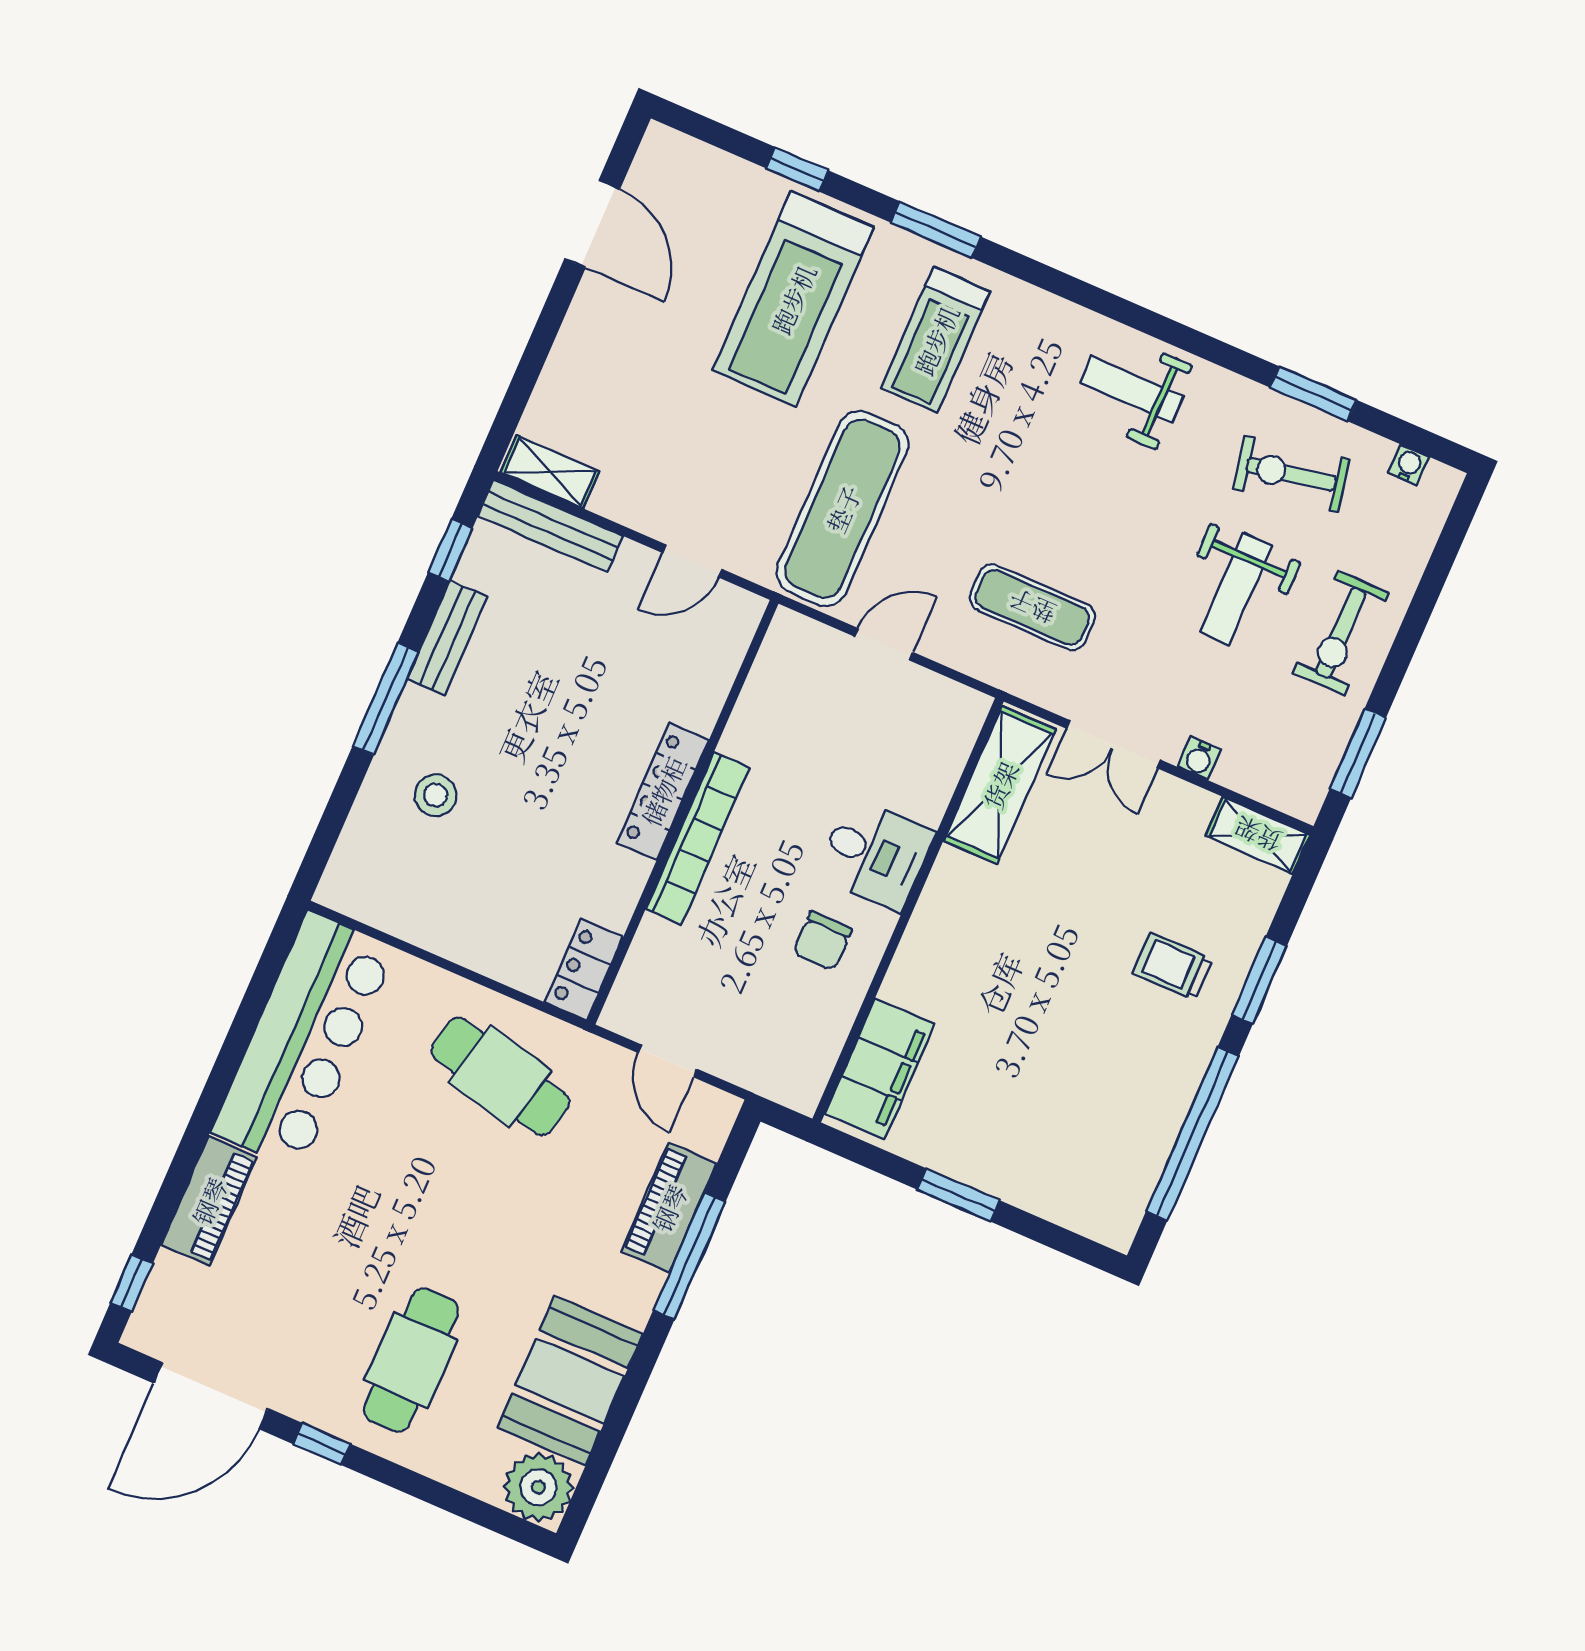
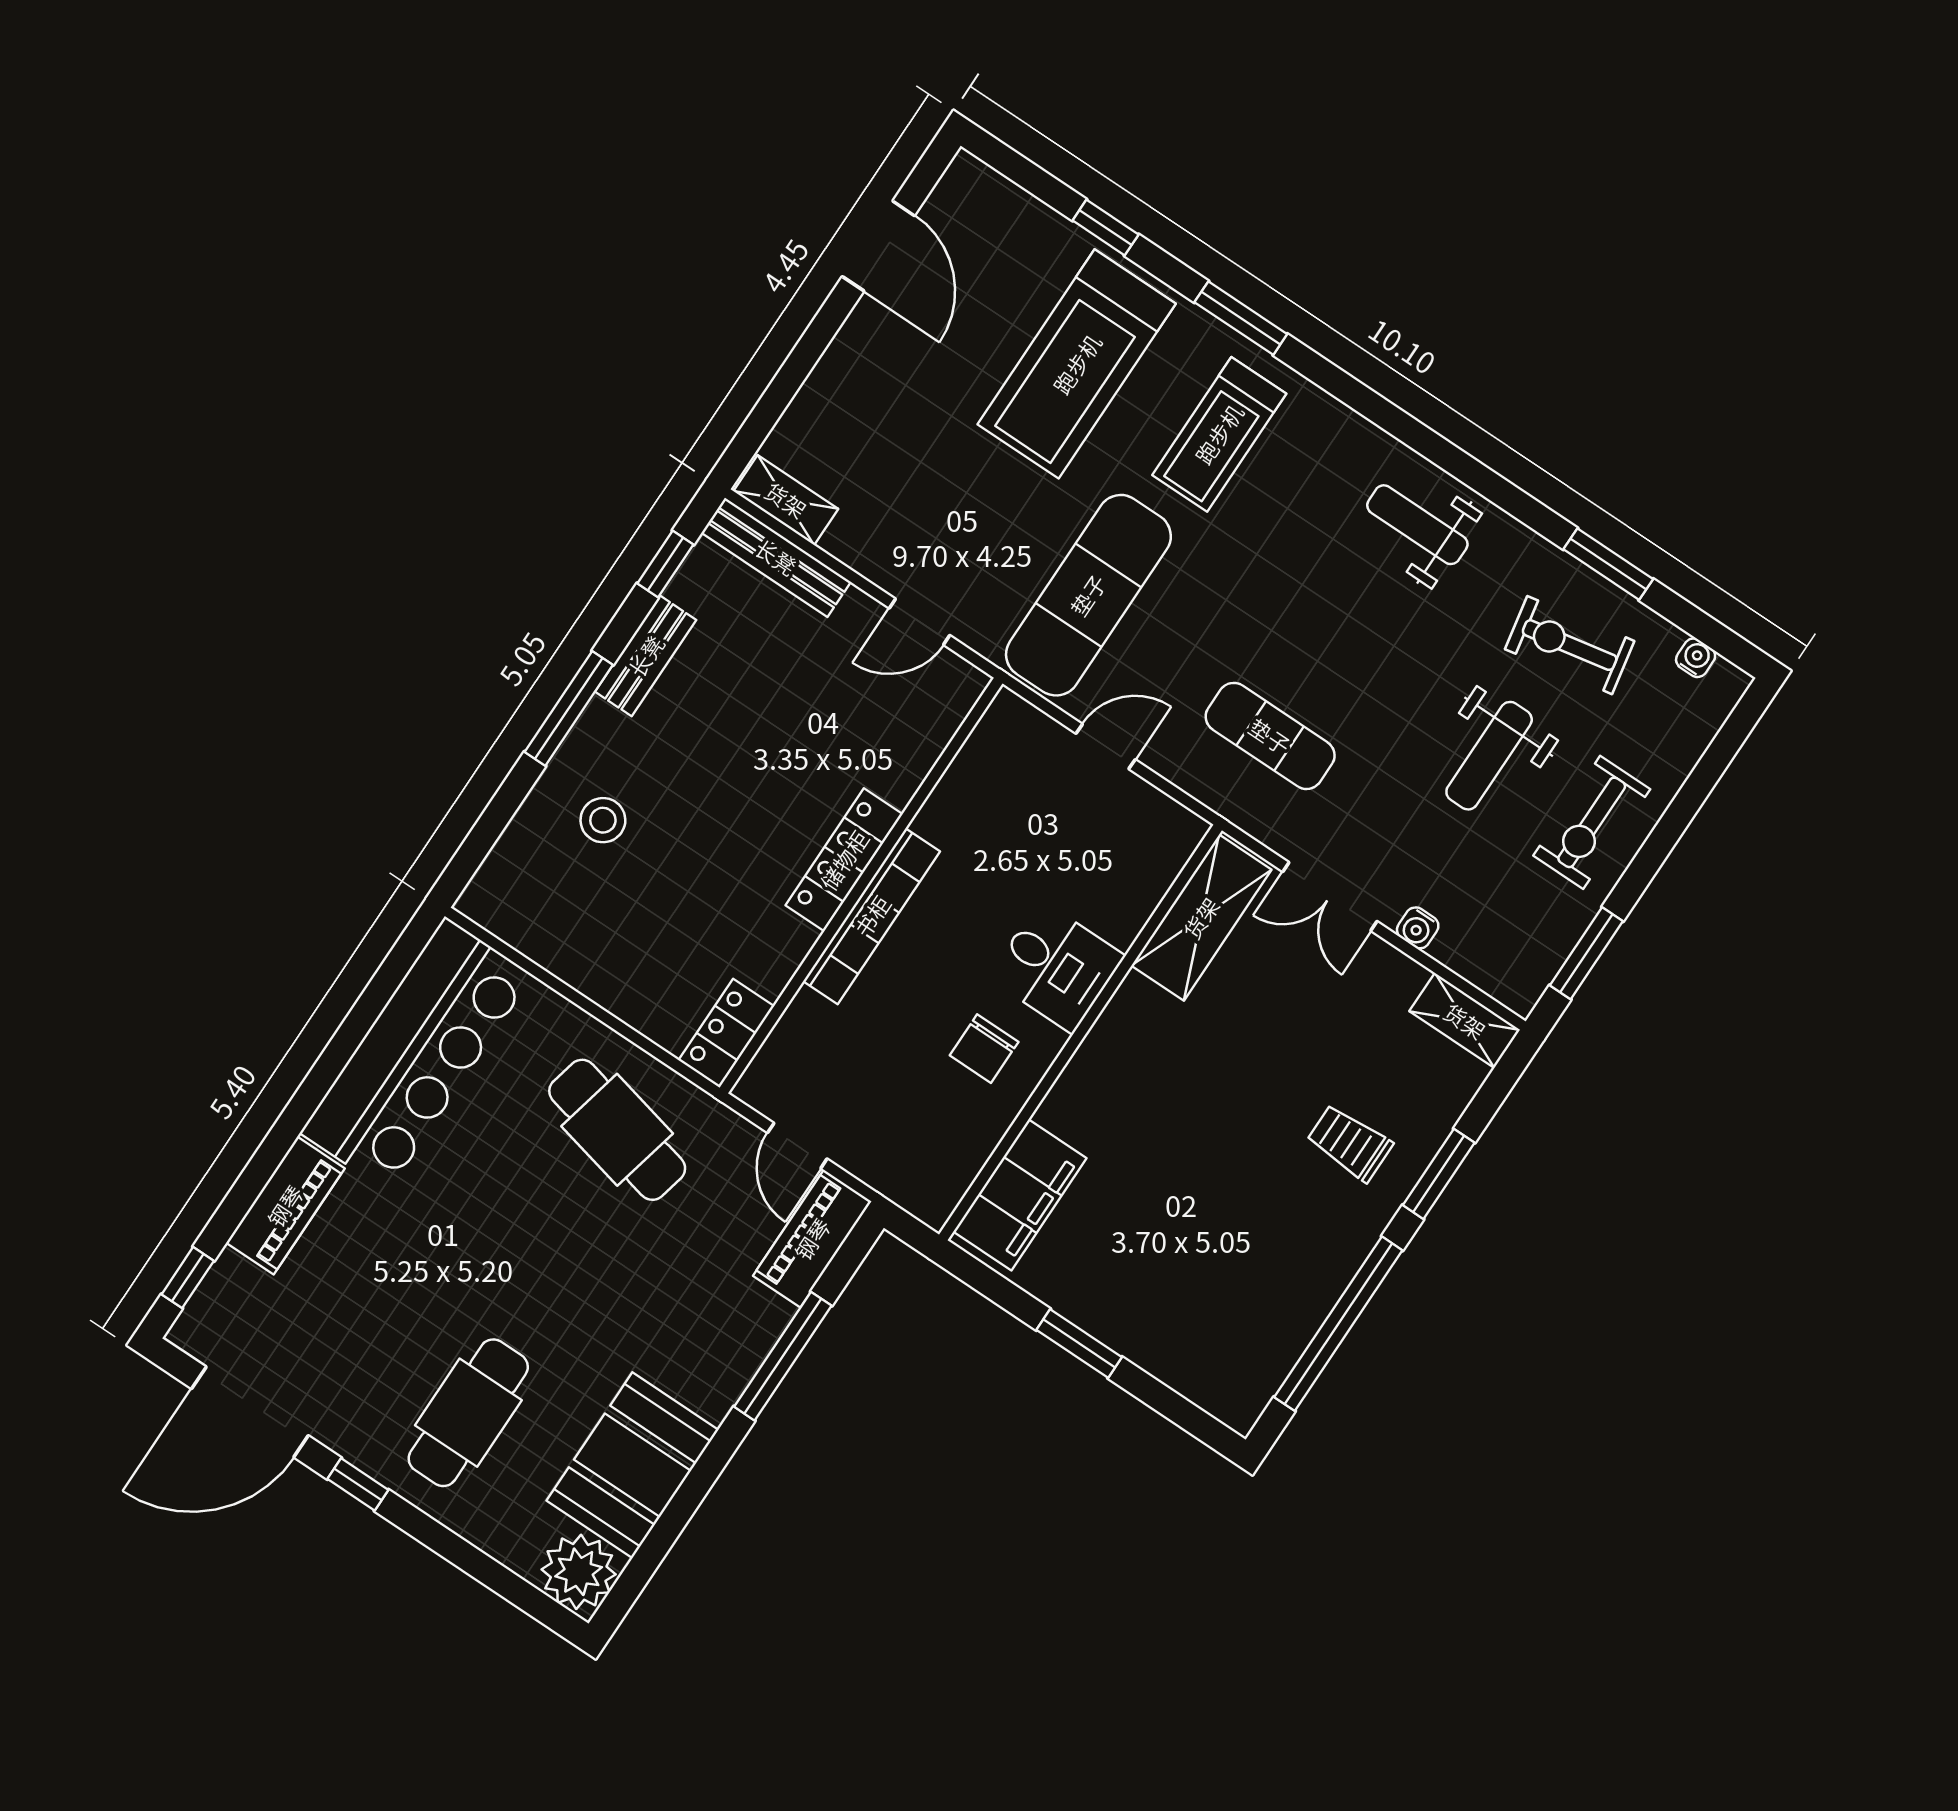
piano: (669, 1208) -> (812, 1239), moved

